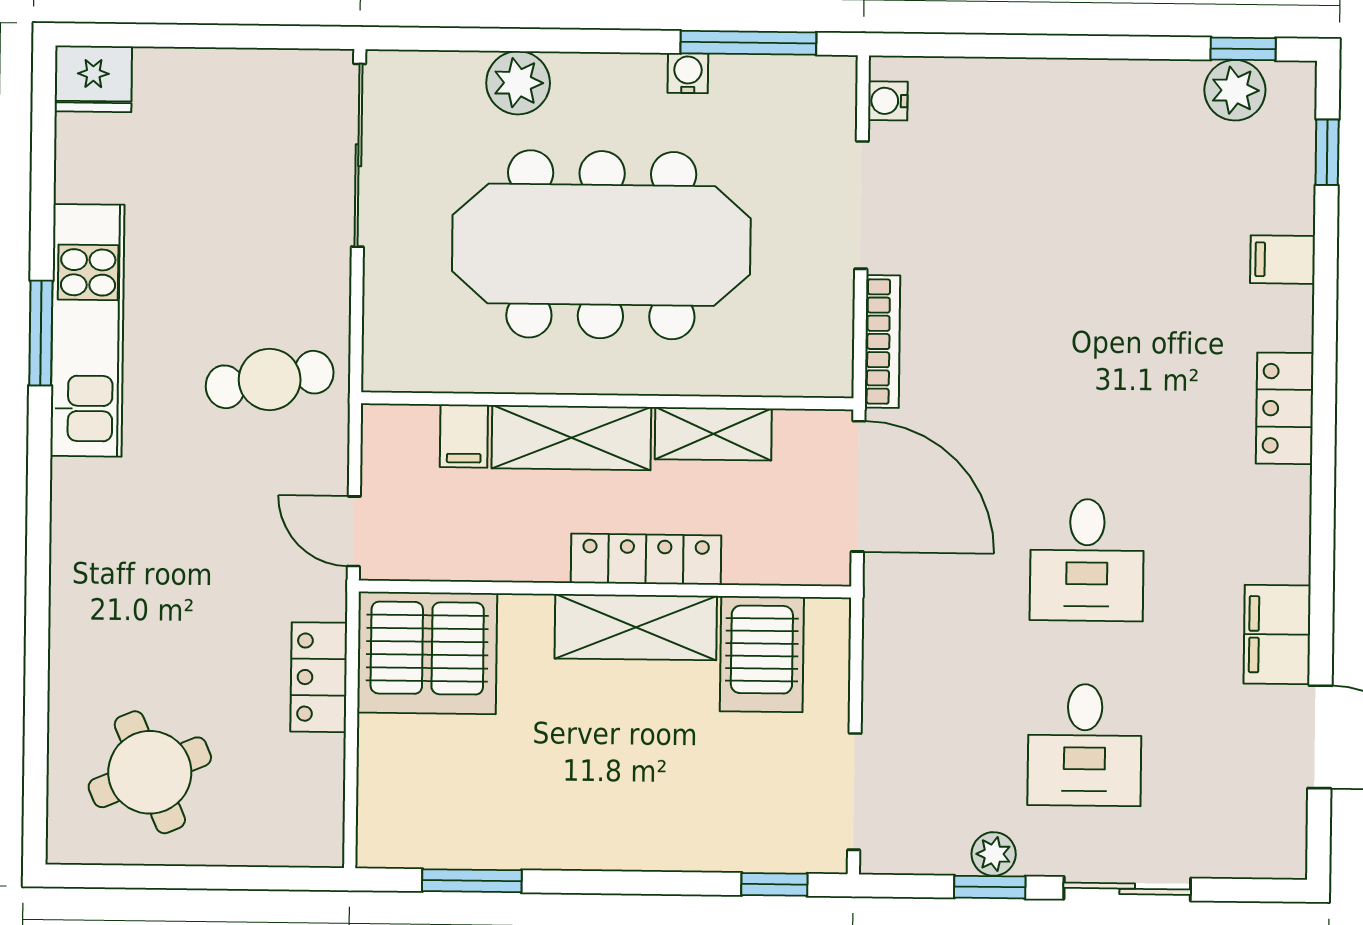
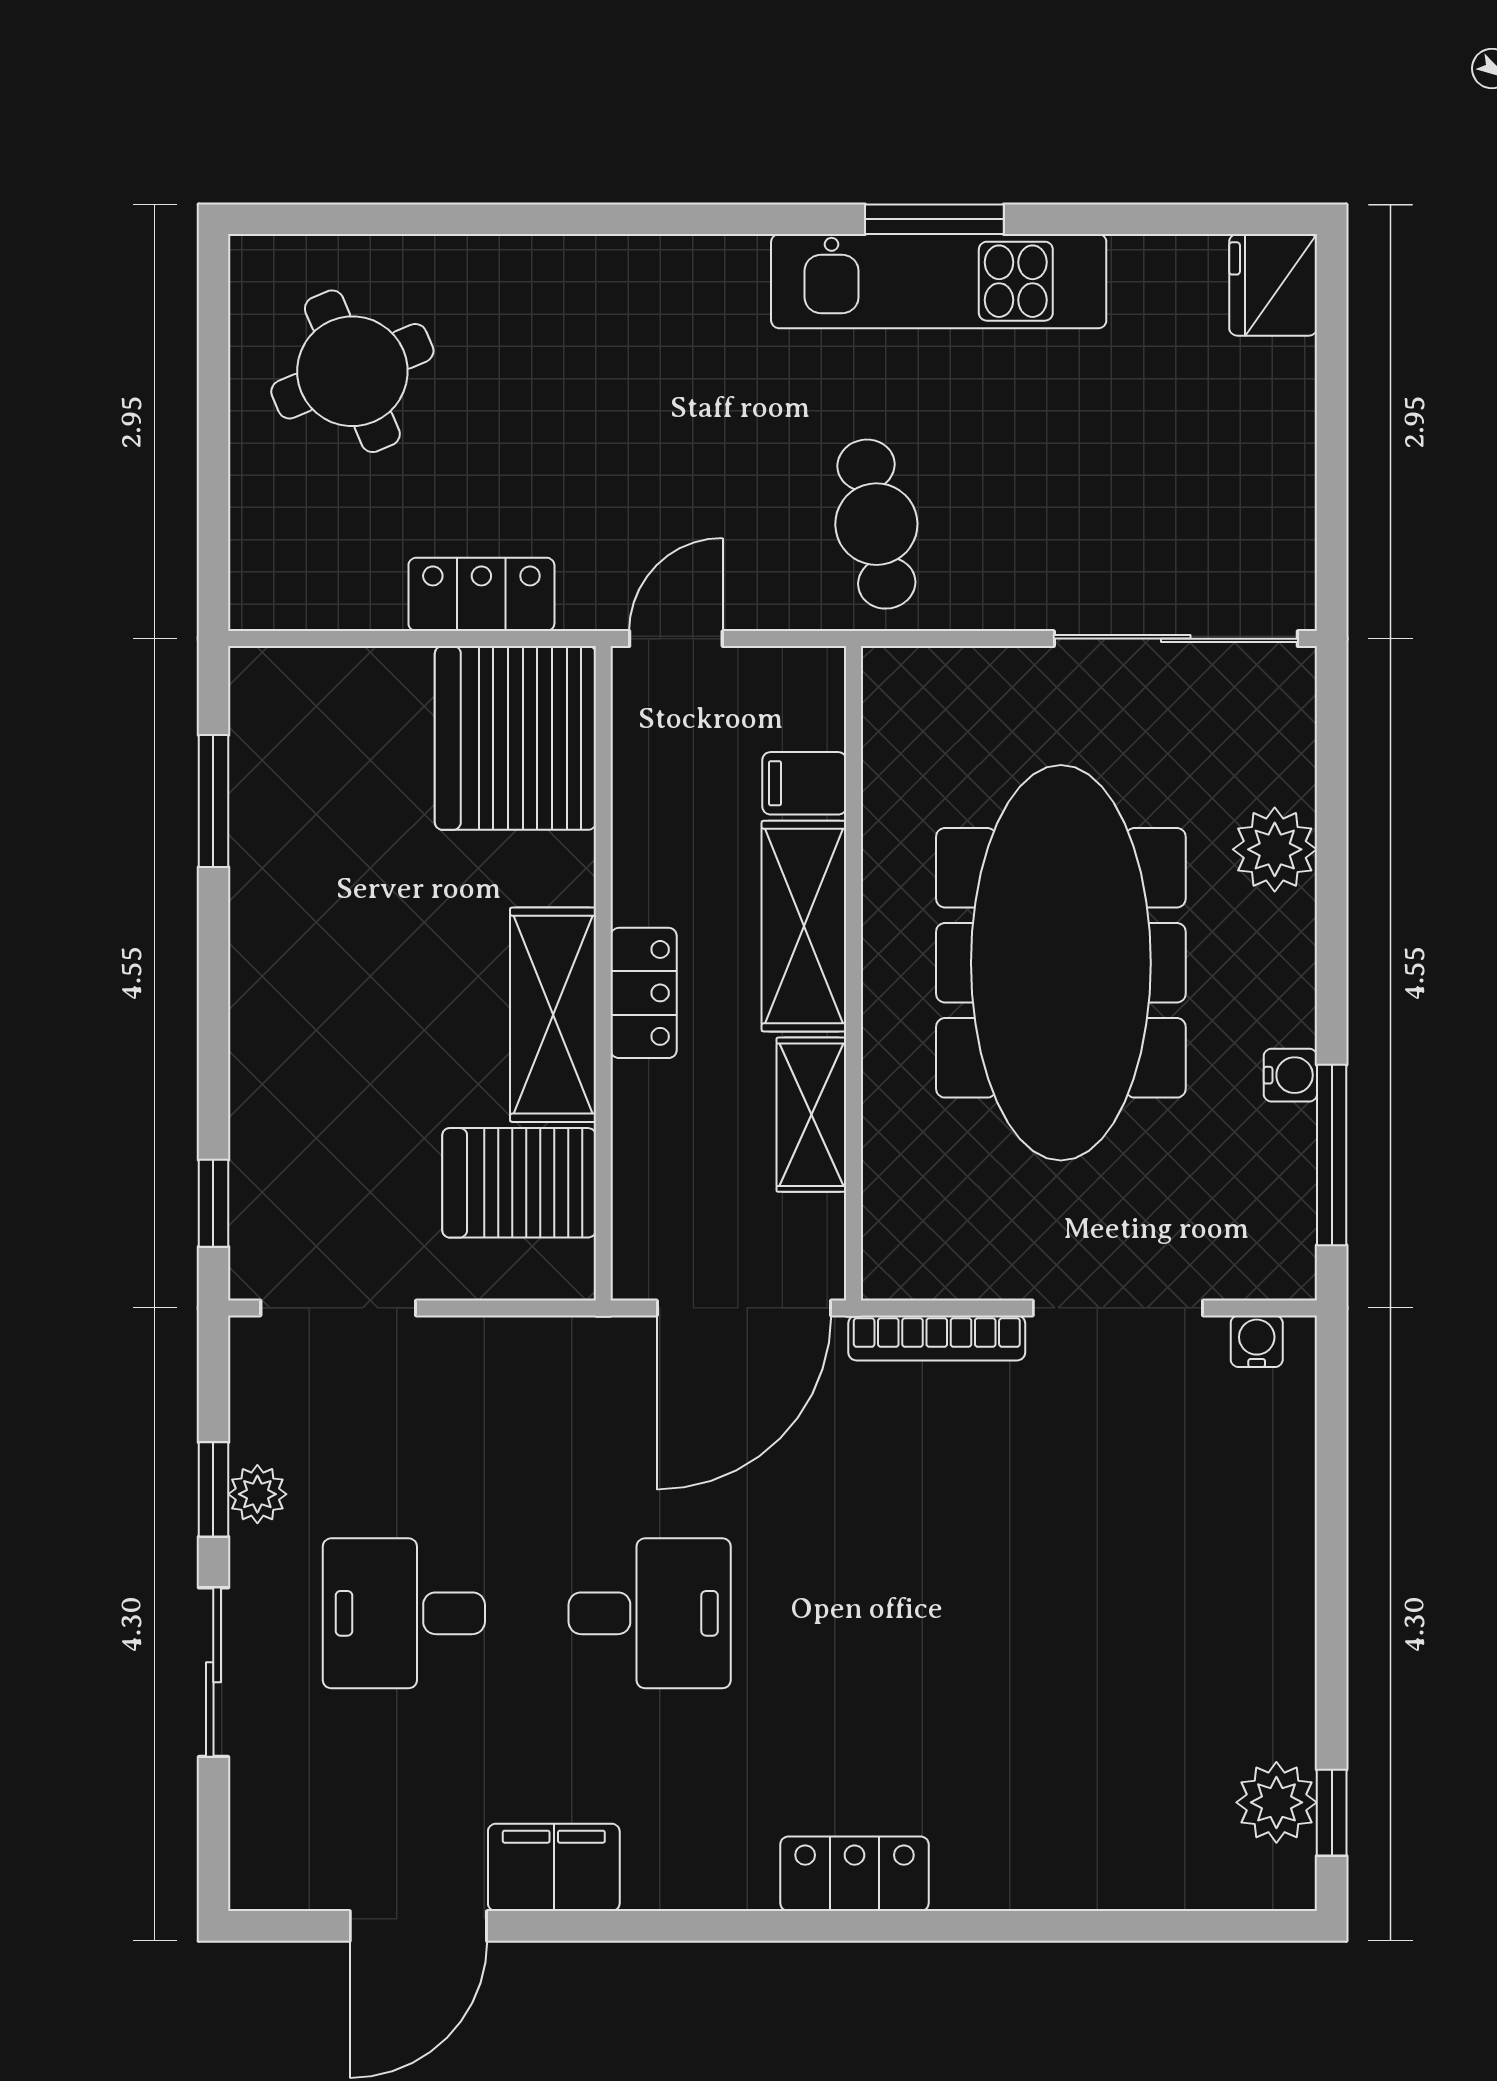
window: (1327, 152) -> (1196, 1926), removed
filing cabinet: (1283, 260) -> (1052, 1869), removed
locker: (646, 559) -> (644, 993), width x0.66
desk: (1087, 560) -> (650, 1613), turned 180

